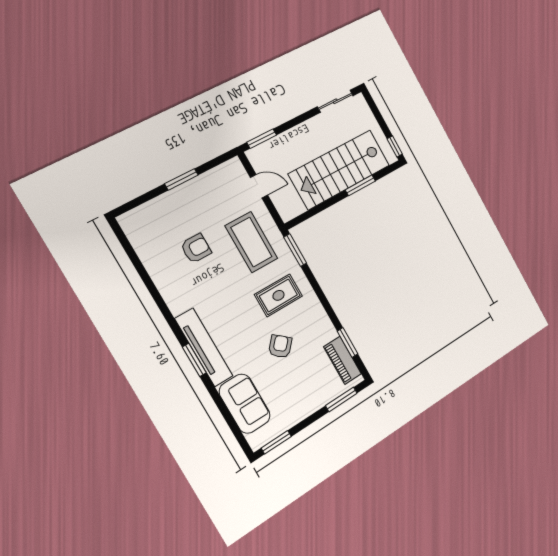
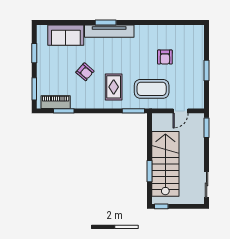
window: (276, 442) -> (34, 53), moved

